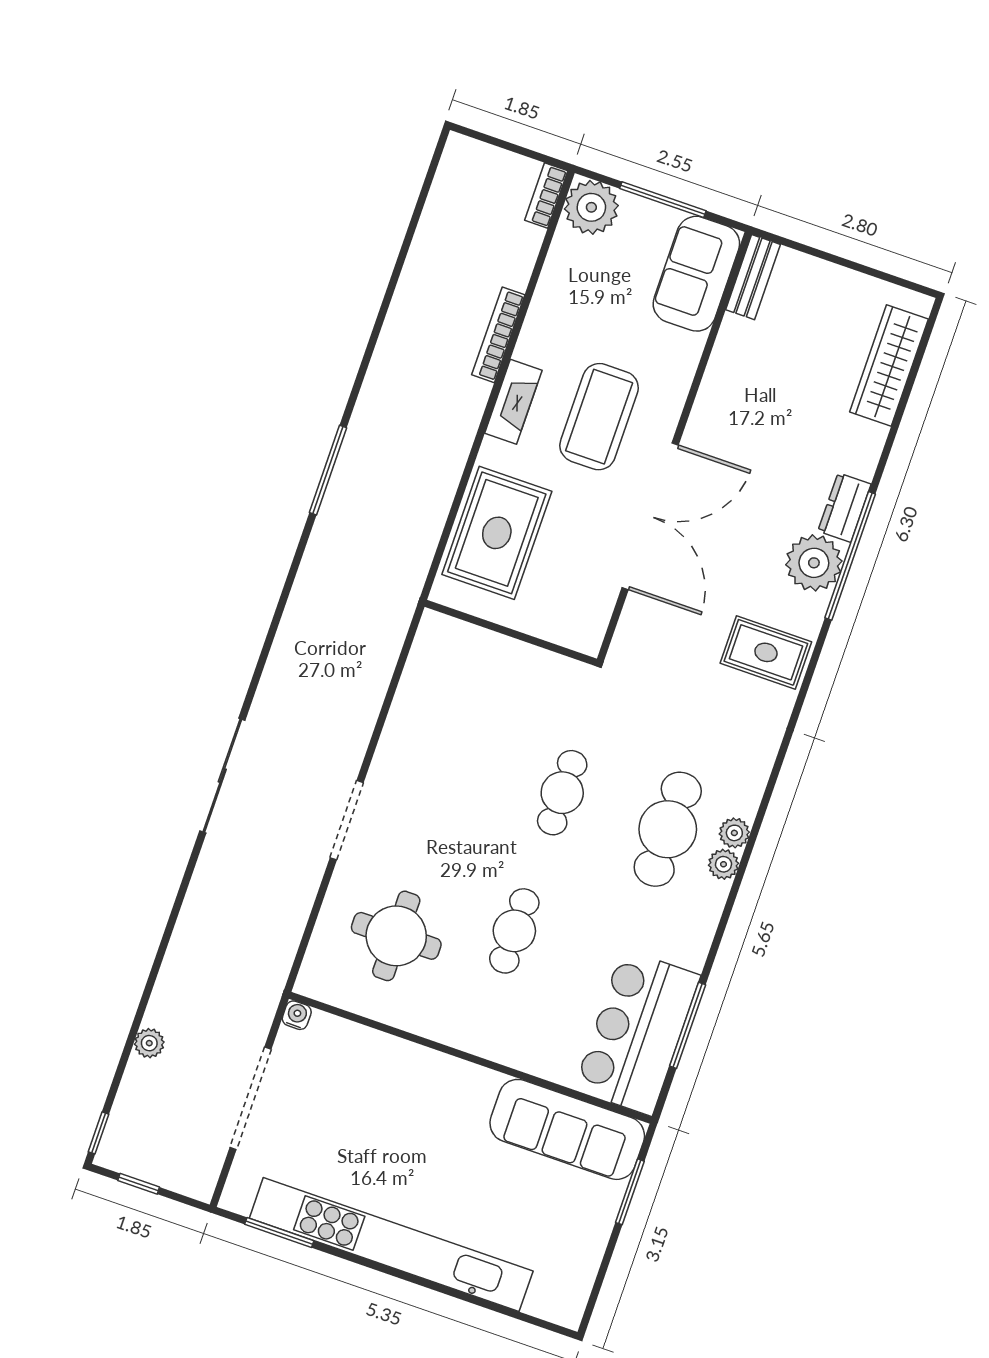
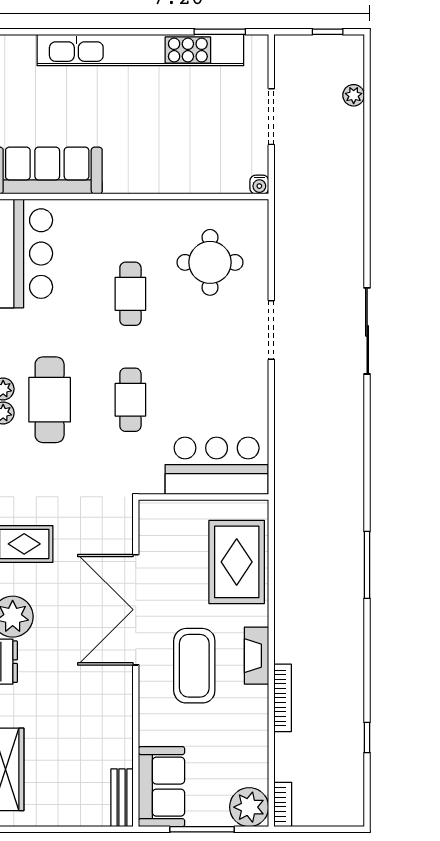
bar counter: (480, 668) -> (217, 466), added
plant: (149, 1043) -> (354, 95), moved
doorway: (250, 1098) -> (271, 117), width x0.73
window: (99, 1133) -> (367, 737), moved

